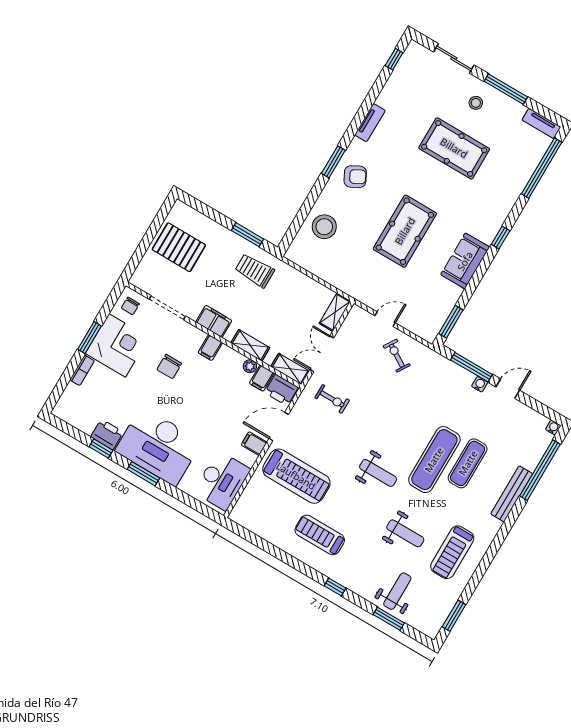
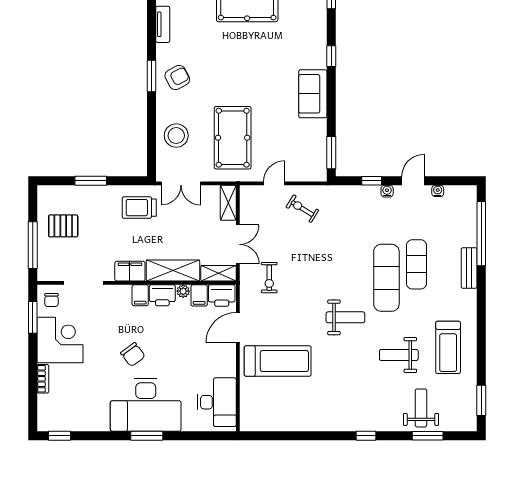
pool table: (405, 231) -> (233, 138), moved
window: (247, 235) -> (91, 181), moved
pallet: (179, 247) -> (63, 226), width x0.67, depth x0.71
window: (142, 248) -> (33, 245), added
double door: (304, 271) -> (181, 183), added
window: (90, 338) -> (33, 317), moved
shelving: (250, 345) -> (173, 271), width x1.50, depth x1.33
double door: (322, 354) -> (238, 244), swing flipped
chair: (169, 366) -> (133, 355), moved, turned -37
window: (472, 367) -> (372, 181), width x0.46
exercise bike: (332, 399) -> (269, 278), turned 90
water cooler: (553, 428) -> (438, 191), moved
printer: (107, 434) -> (162, 295), moved, turned 180
filing cabinet: (254, 444) -> (226, 355), removed
window: (101, 449) -> (59, 436), moved
bench: (512, 494) -> (469, 268), width x0.73
weight bench: (405, 533) -> (399, 355), turned 180
treadmill: (320, 535) -> (327, 399), removed

